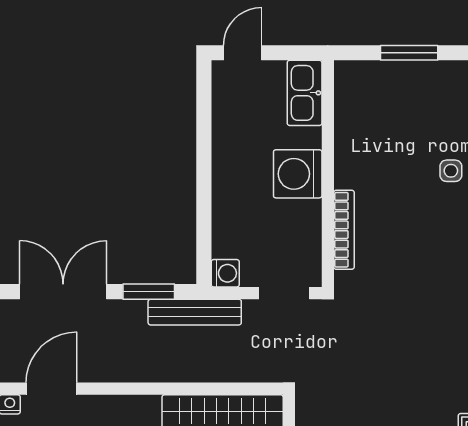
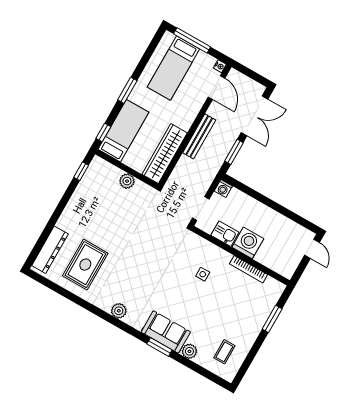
kitchen sink: (305, 93) -> (225, 234), moved, width x0.73
side table: (451, 171) -> (203, 274), moved
bookcase: (344, 230) -> (249, 269), moved
bench: (195, 312) -> (199, 136), moved

